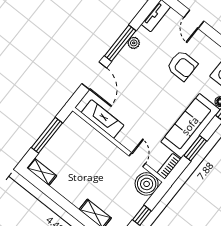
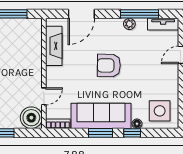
window: (120, 43) -> (140, 14), moved
armchair: (182, 66) -> (109, 65), moved, turned 91
window: (195, 148) -> (101, 133), moved

